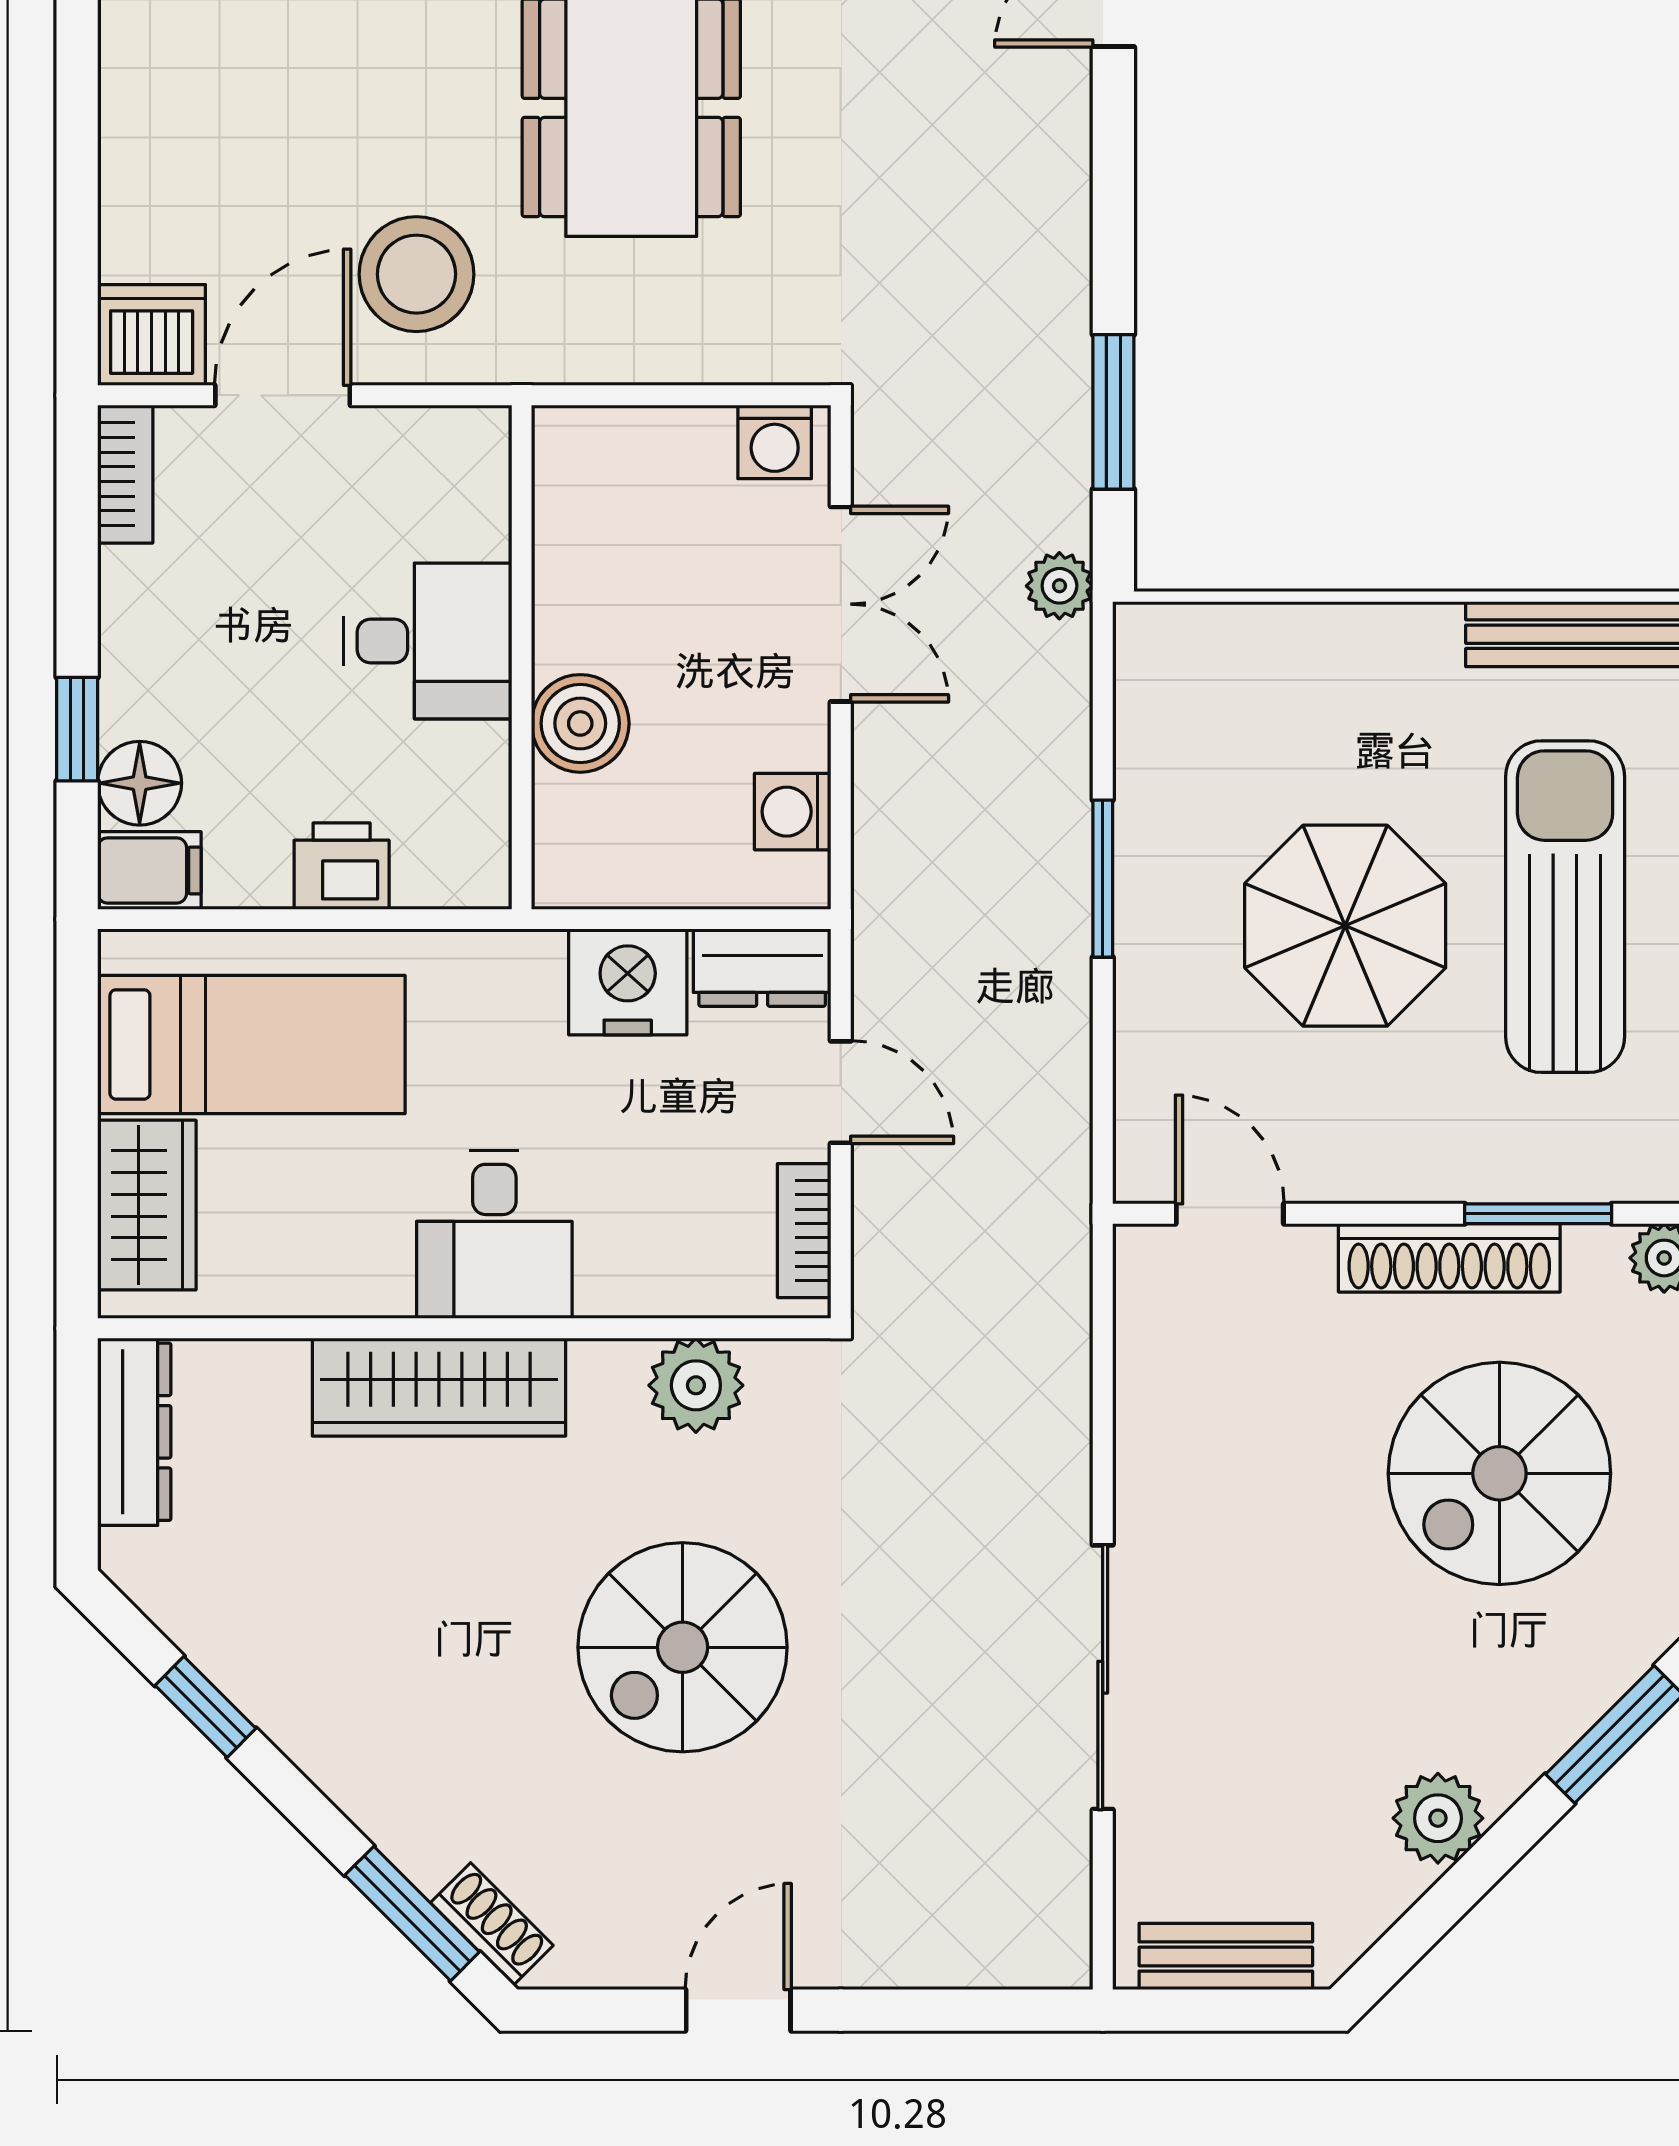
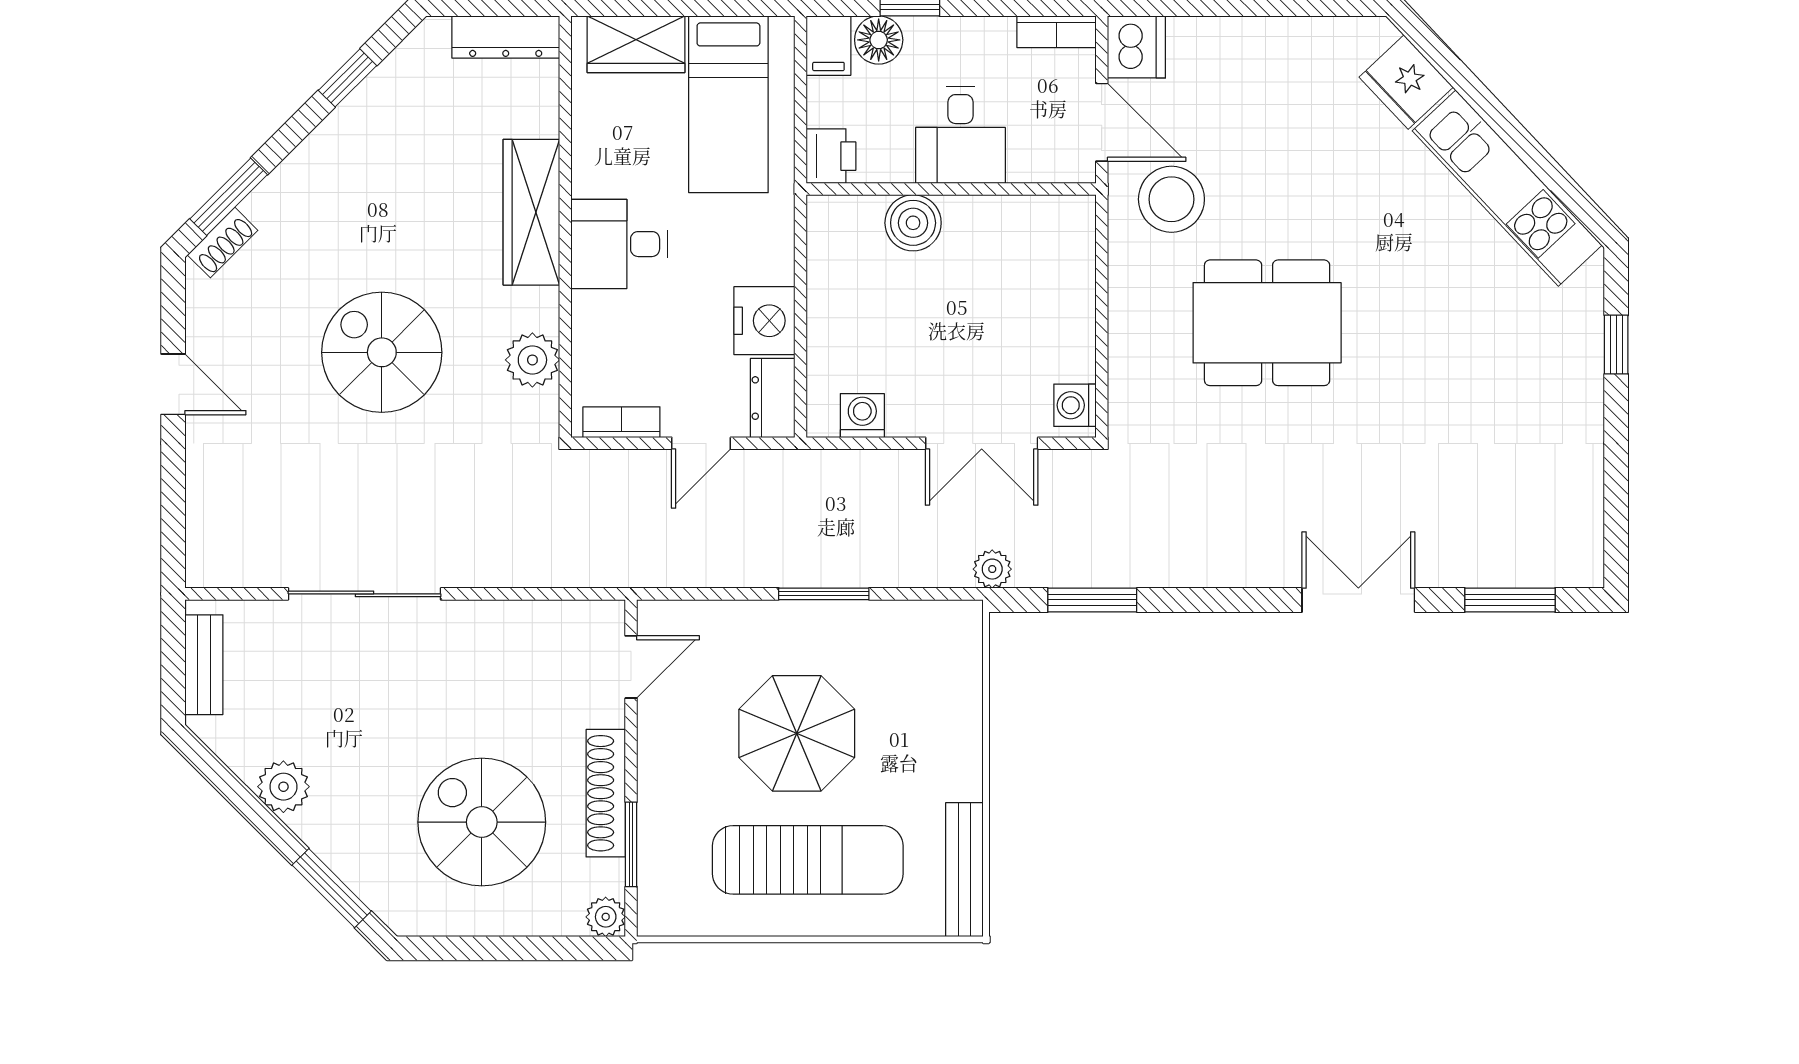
desk: (428, 641) -> (960, 135), moved
wall: (522, 657) -> (951, 189), moved
boiler: (580, 723) -> (913, 223), moved

